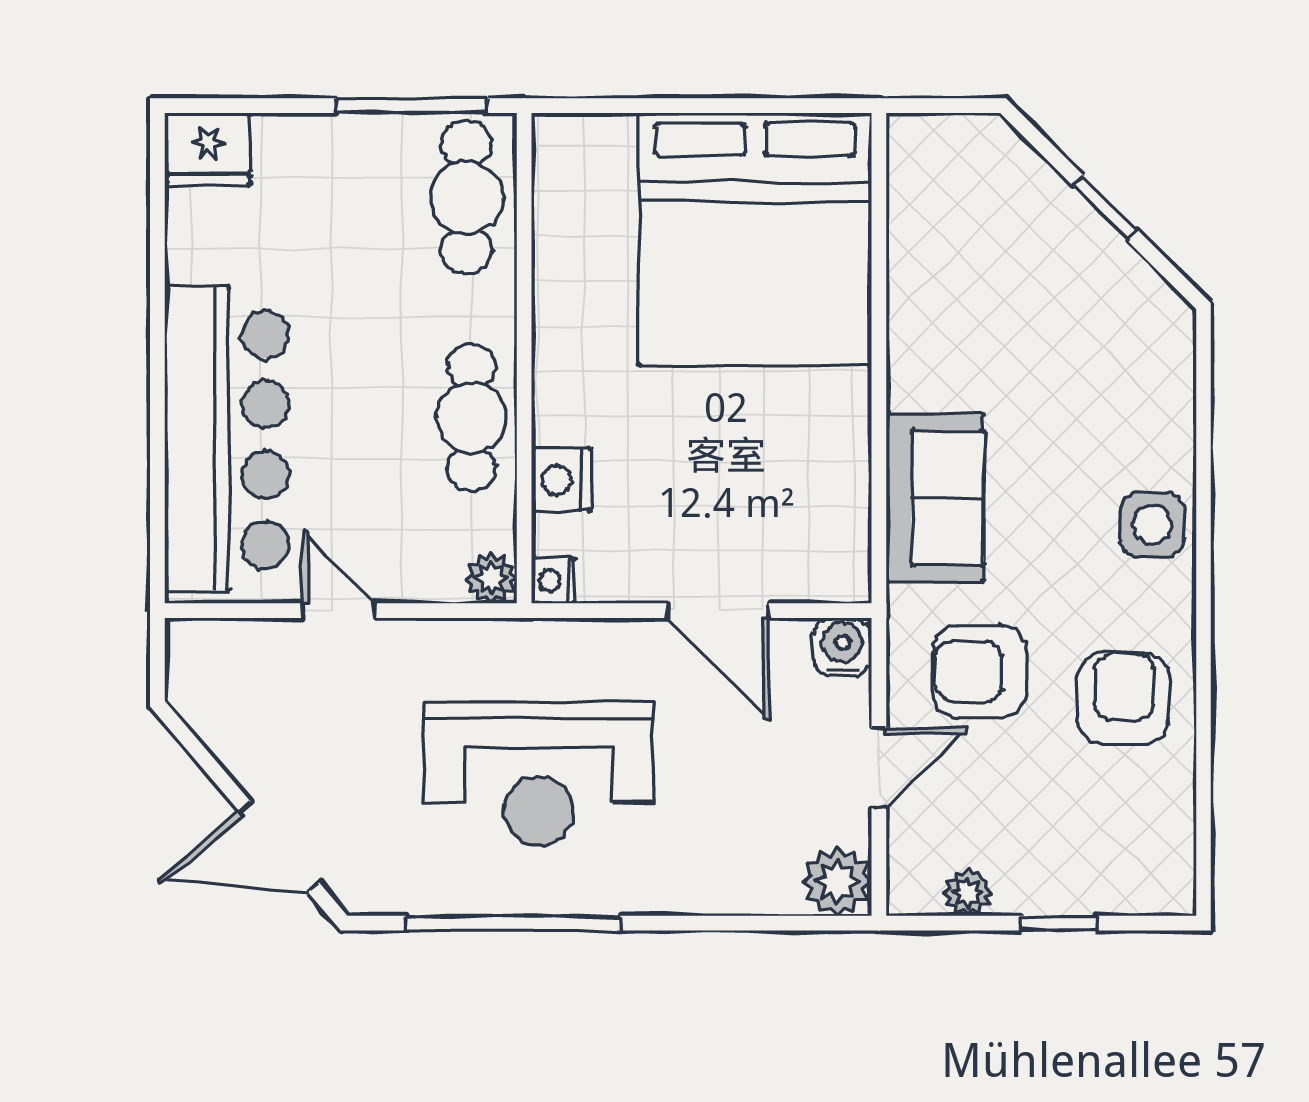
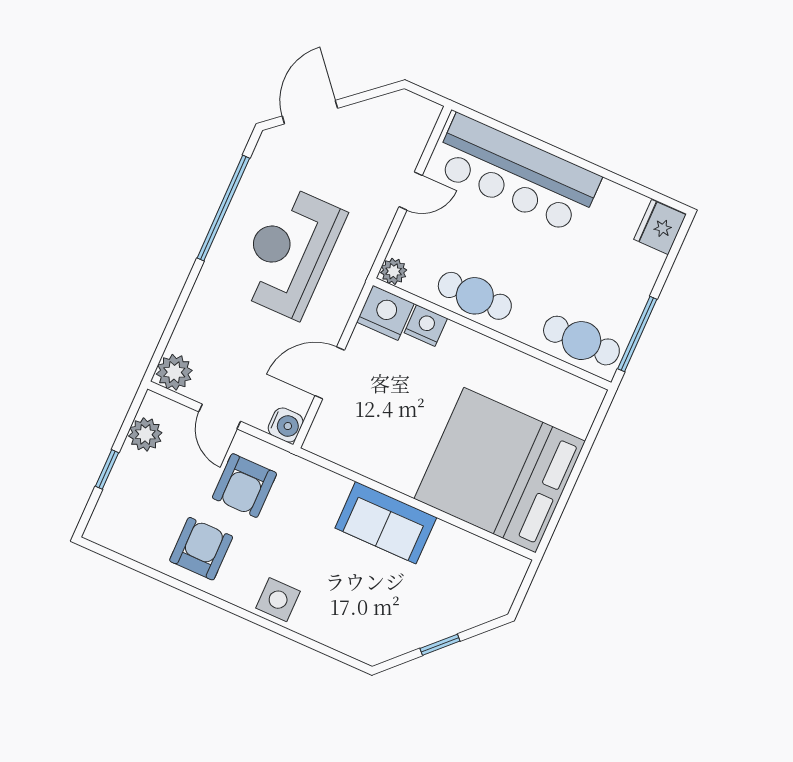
sofa: (935, 498) -> (386, 523), moved
nightstand: (553, 580) -> (385, 313), width x1.89, depth x1.79
armchair: (980, 671) -> (244, 486), turned 180
armchair: (1123, 698) -> (201, 549), turned -92
plant: (968, 892) -> (145, 434), width x1.38, depth x1.38

